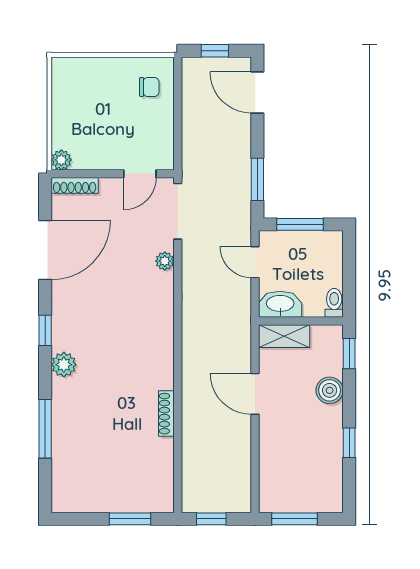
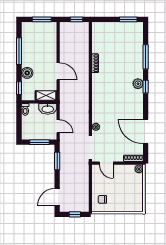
door: (257, 92) -> (57, 197), swing flipped
door: (140, 174) -> (106, 163), swing flipped
door: (45, 250) -> (146, 131), hinge flipped
window: (45, 330) -> (146, 87), moved
window: (349, 443) -> (19, 51), width x2.17
window: (130, 519) -> (128, 19), moved

